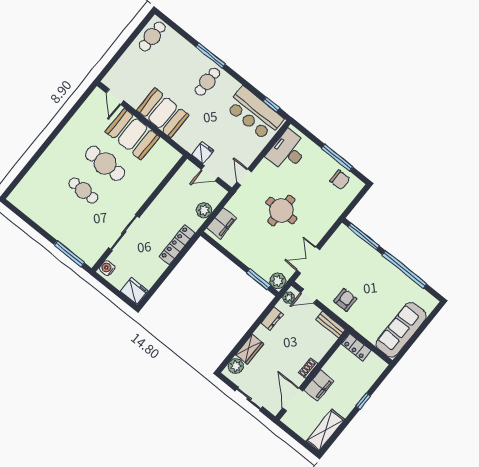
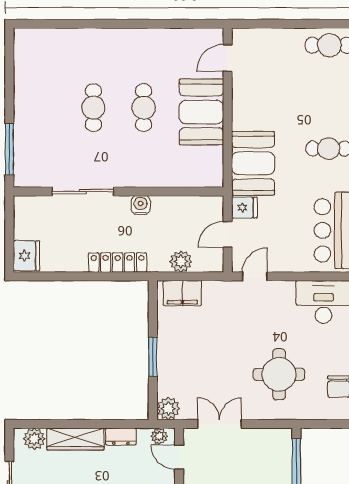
booth: (163, 113) -> (253, 163), moved
cafe table: (105, 164) -> (144, 108), width x0.73, depth x0.74
door: (210, 173) -> (228, 234), hinge flipped
round table: (281, 211) -> (279, 374), moved
water cooler: (107, 268) -> (141, 205), moved
window: (259, 279) -> (153, 357), moved
wardrobe: (250, 349) -> (75, 439), width x1.50

